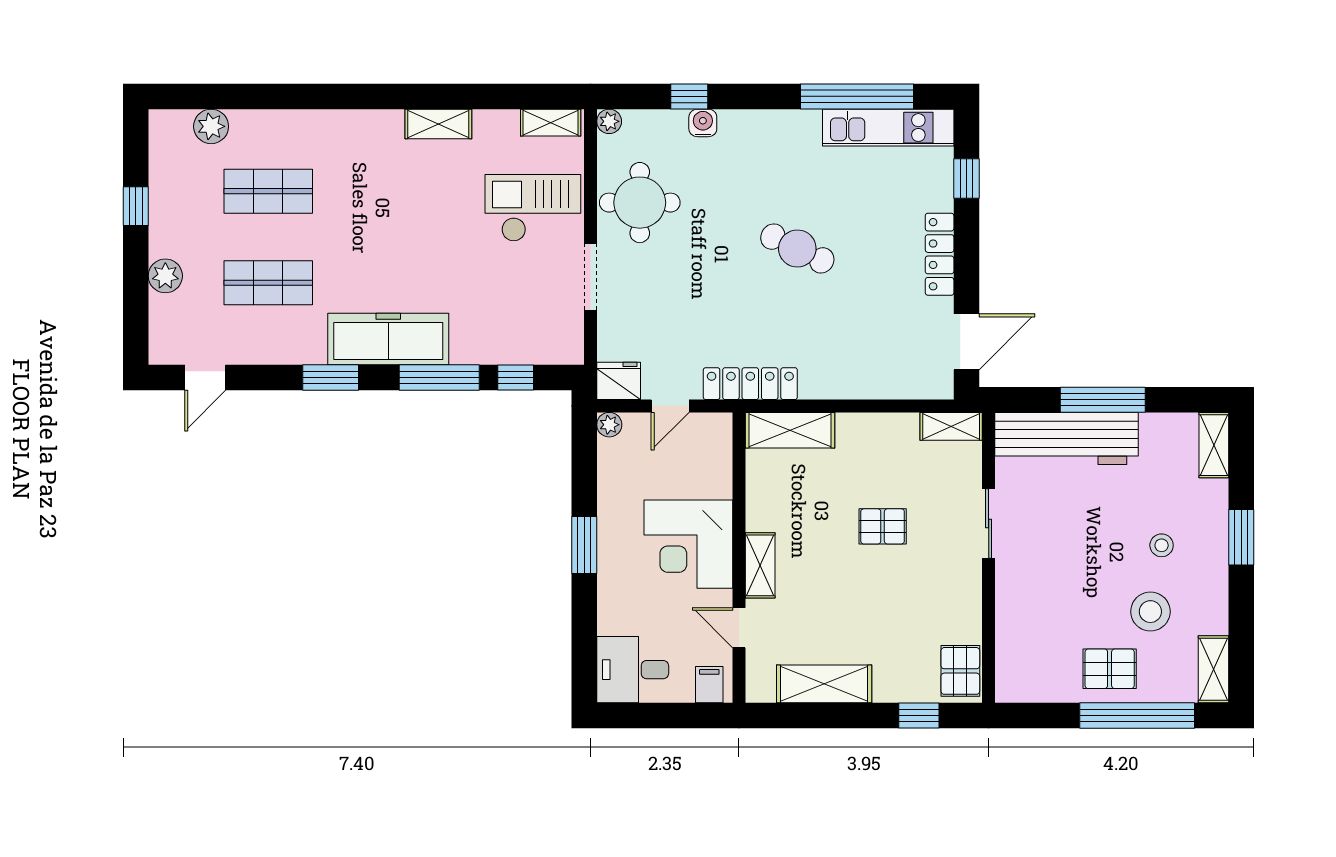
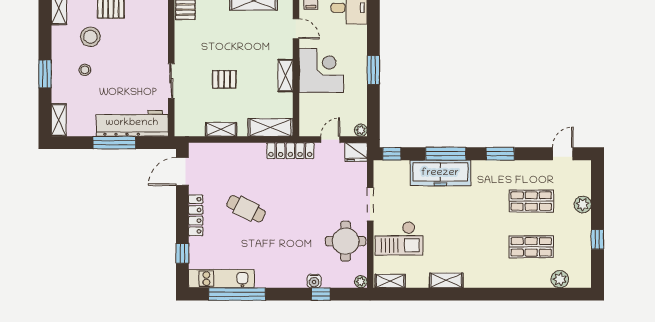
cafe table: (797, 248) -> (246, 209), moved
freezer: (388, 339) -> (440, 173), moved
window: (516, 378) -> (392, 154), moved
shelving: (951, 426) -> (221, 129), moved
shelving: (760, 565) -> (285, 76), moved

